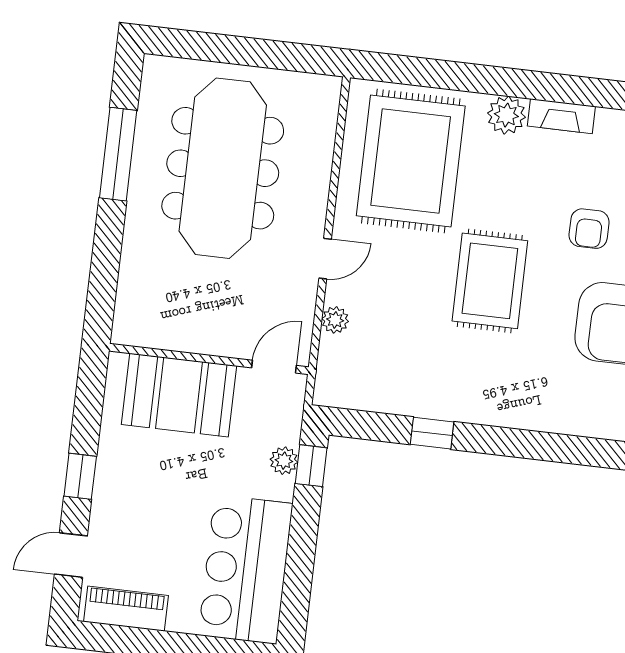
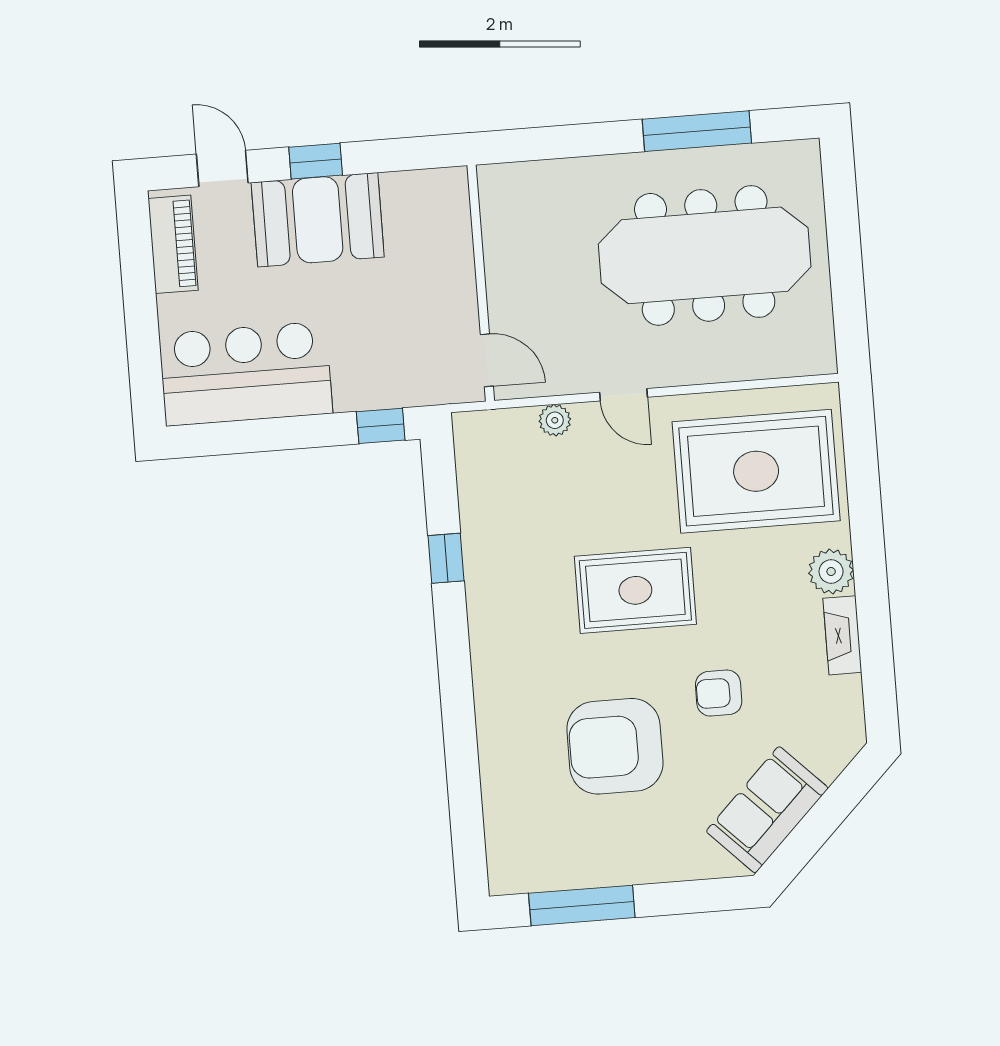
booth: (179, 395) -> (318, 220), moved, turned 90
plant: (284, 461) -> (380, 393), removed

